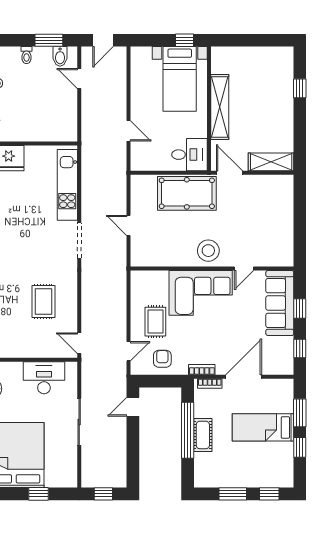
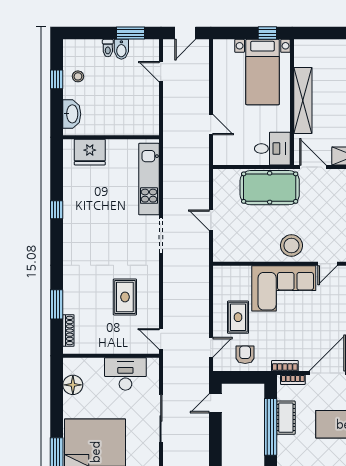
bidet: (60, 56) -> (121, 49), moved
cot: (203, 435) -> (286, 418), moved

